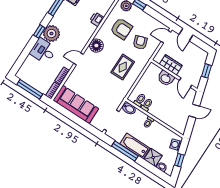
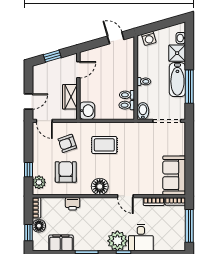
washbasin: (166, 78) -> (87, 111), moved
sofa: (76, 104) -> (174, 175), width x0.73
door: (194, 111) -> (116, 38), moved
window: (179, 160) -> (162, 24), removed

